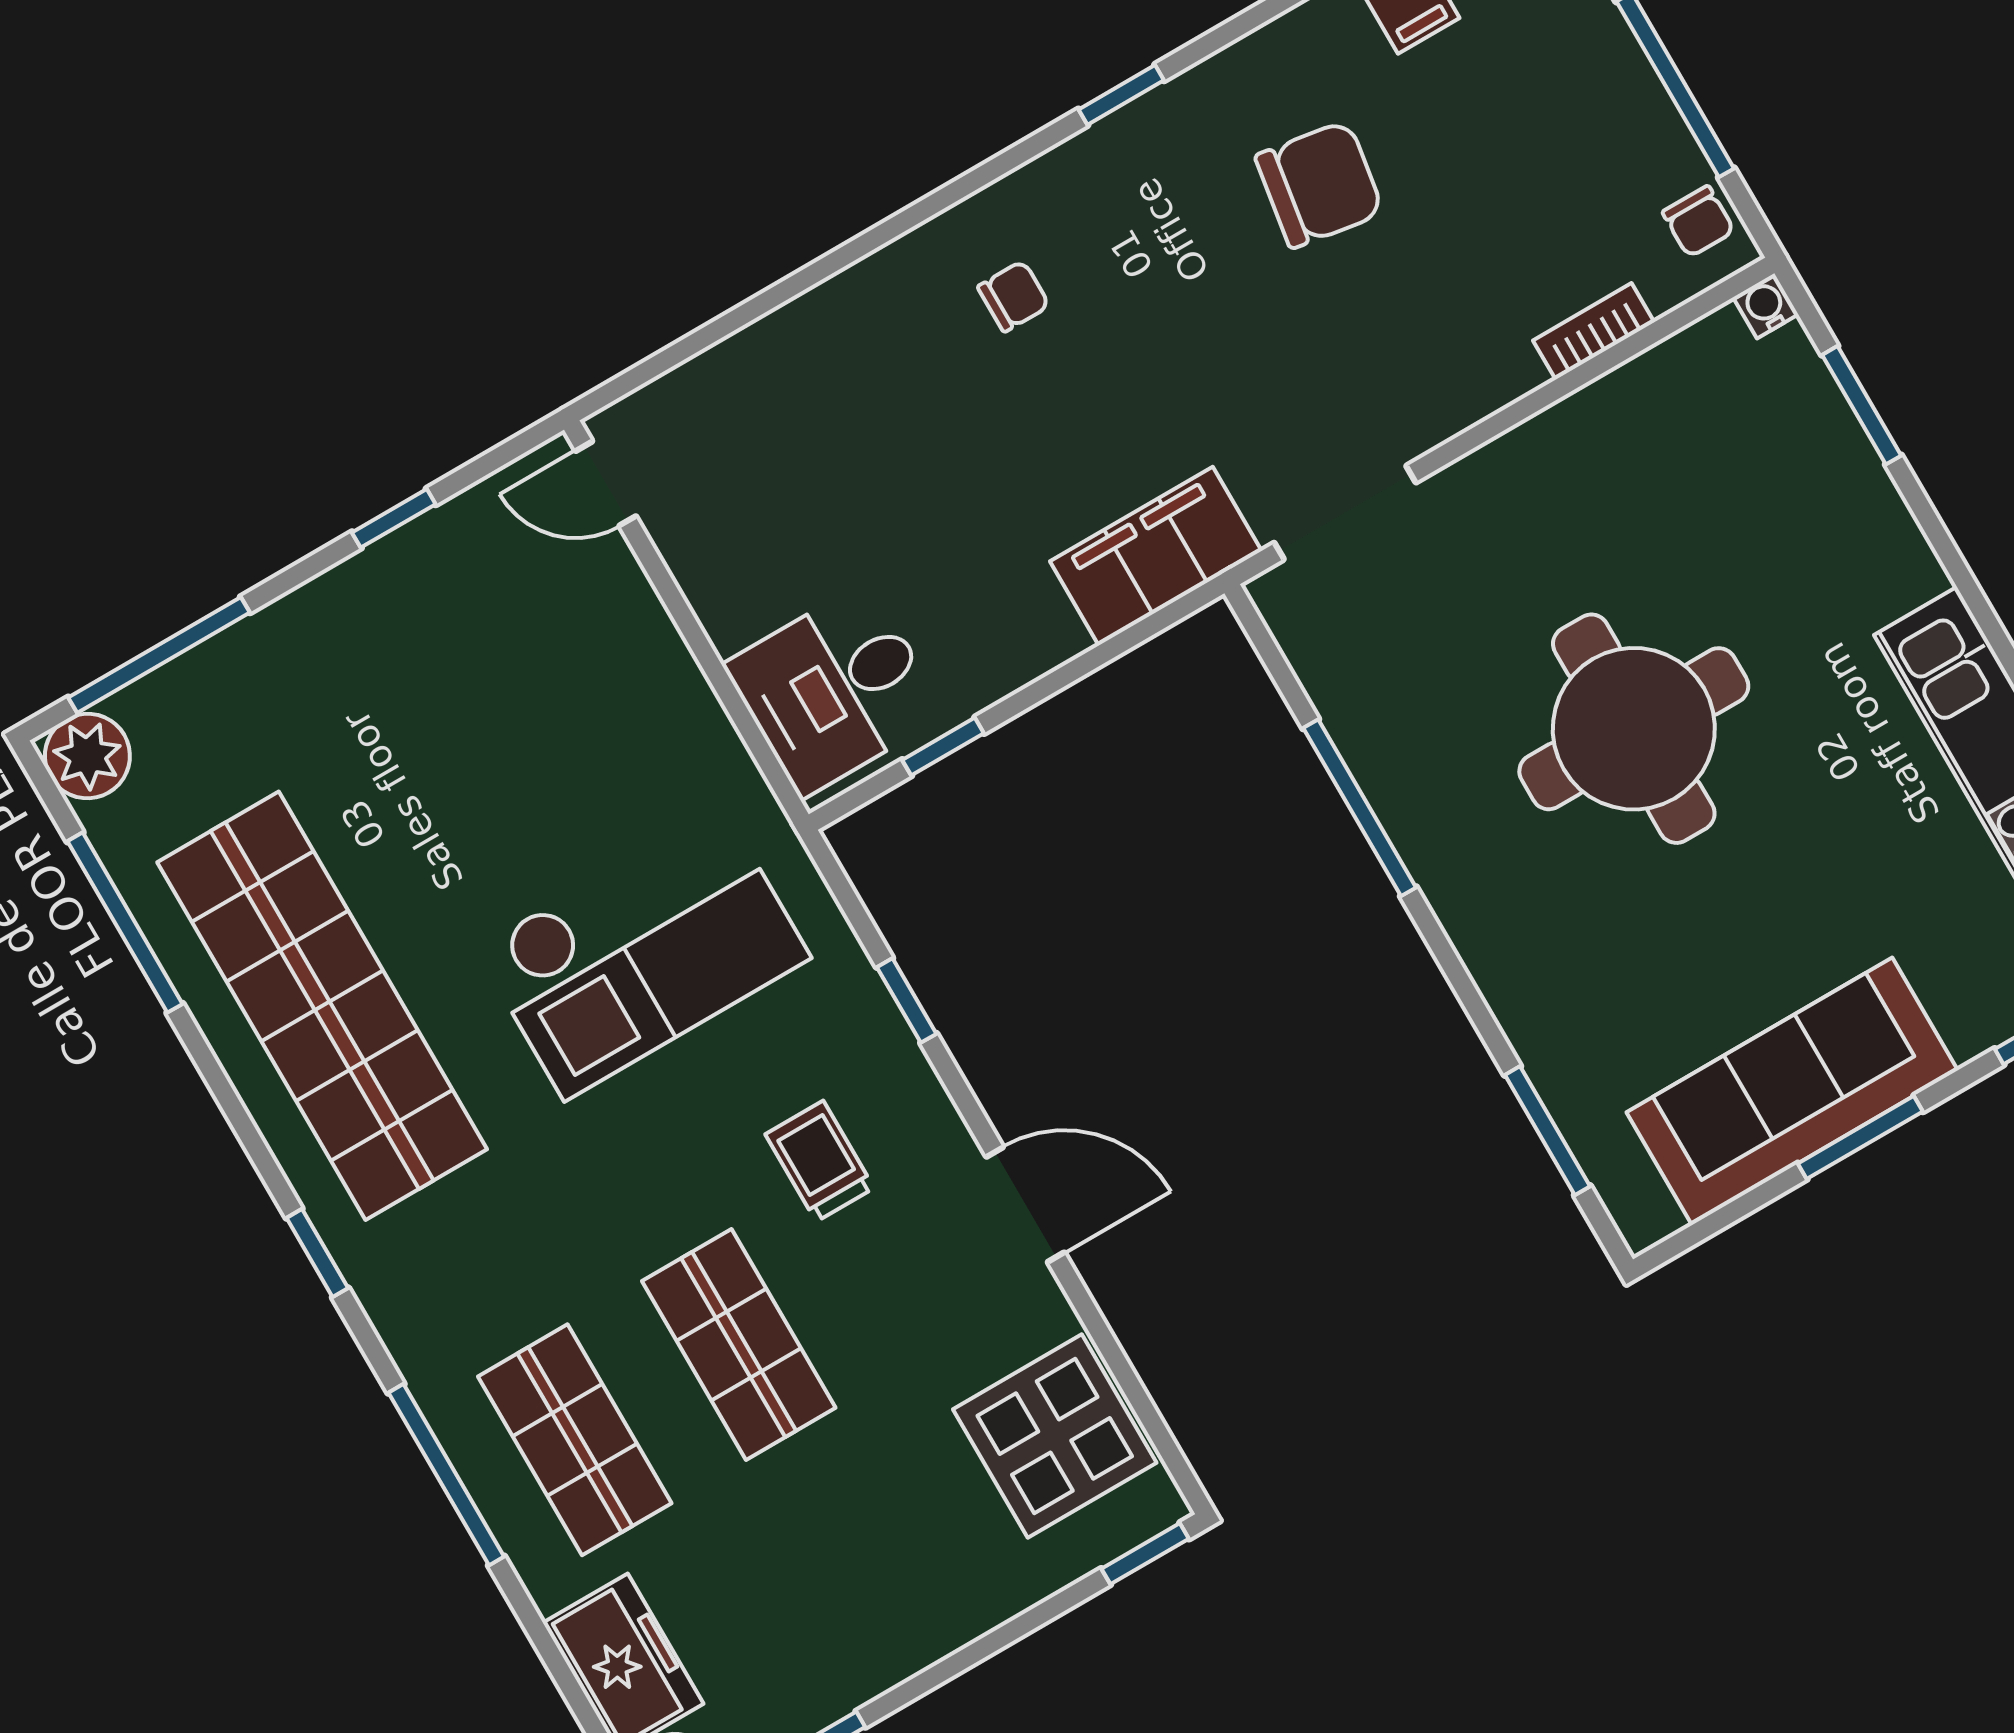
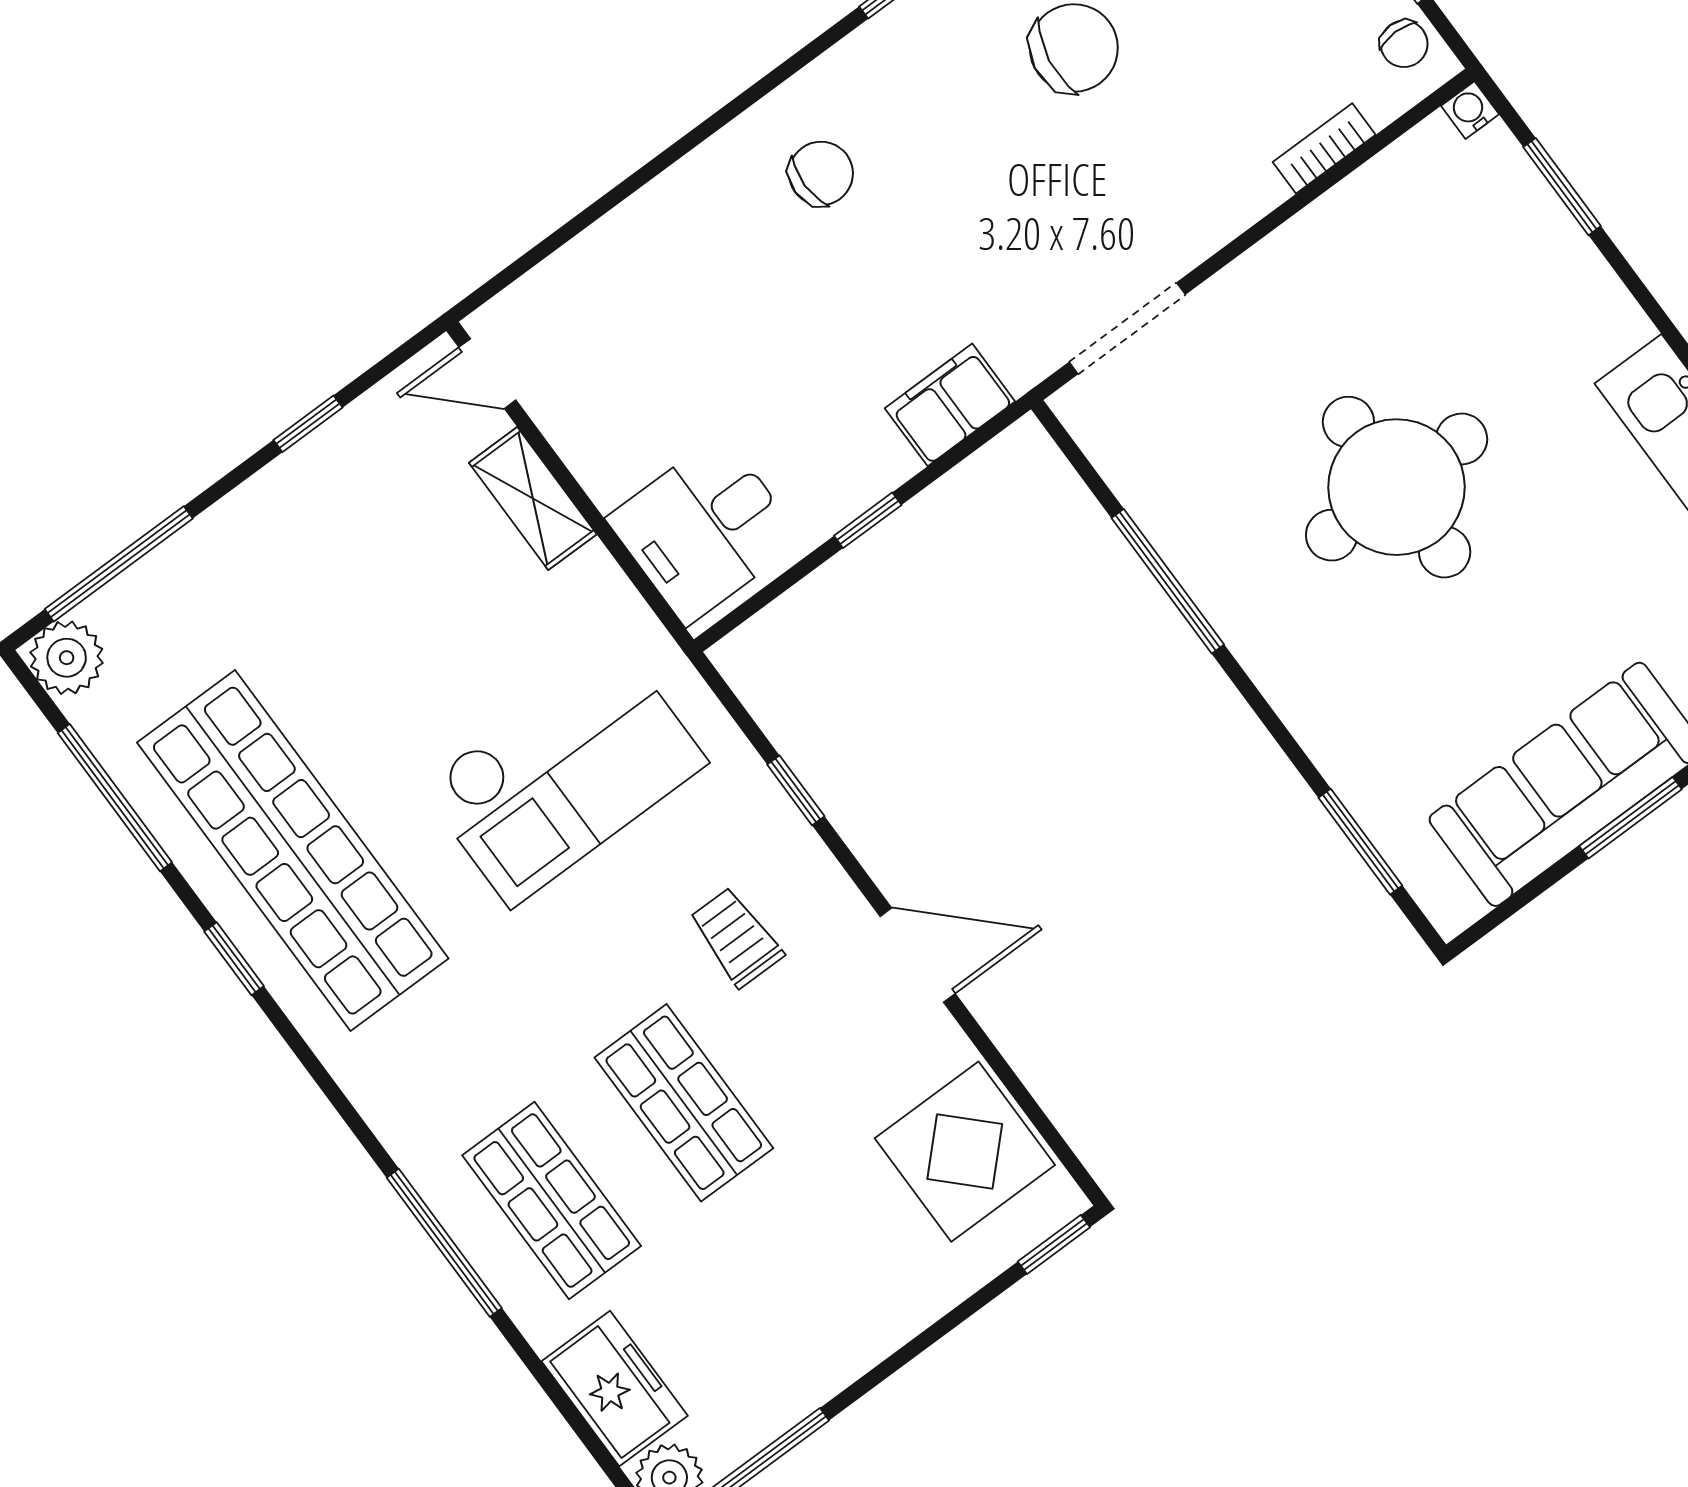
chair: (1014, 296) -> (821, 173), width x1.37, depth x1.37
filing cabinet: (1156, 556) -> (950, 405), width x0.67, depth x0.86
shelving: (642, 633) -> (533, 499), added
window: (943, 747) -> (868, 520), moved
window: (317, 1253) -> (234, 959), moved

